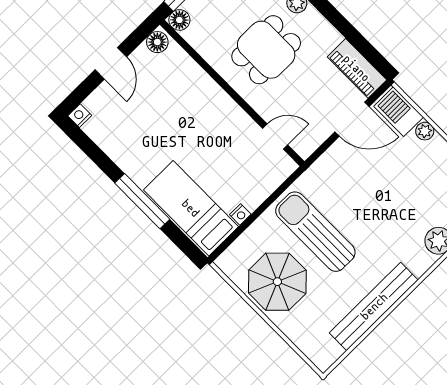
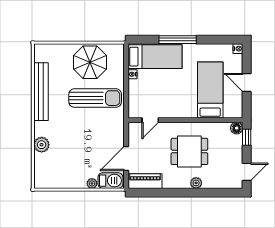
floor lamp: (157, 42) -> (237, 110), removed
dining table: (266, 50) -> (189, 151), turned 90
bed: (165, 99) -> (210, 90), added

